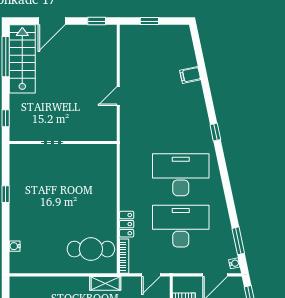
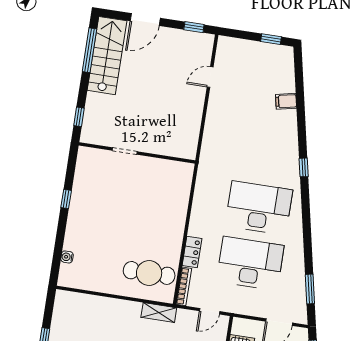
window: (149, 21) -> (271, 39), moved
door: (118, 96) -> (210, 77), moved
water cooler: (234, 263) -> (302, 313), removed

